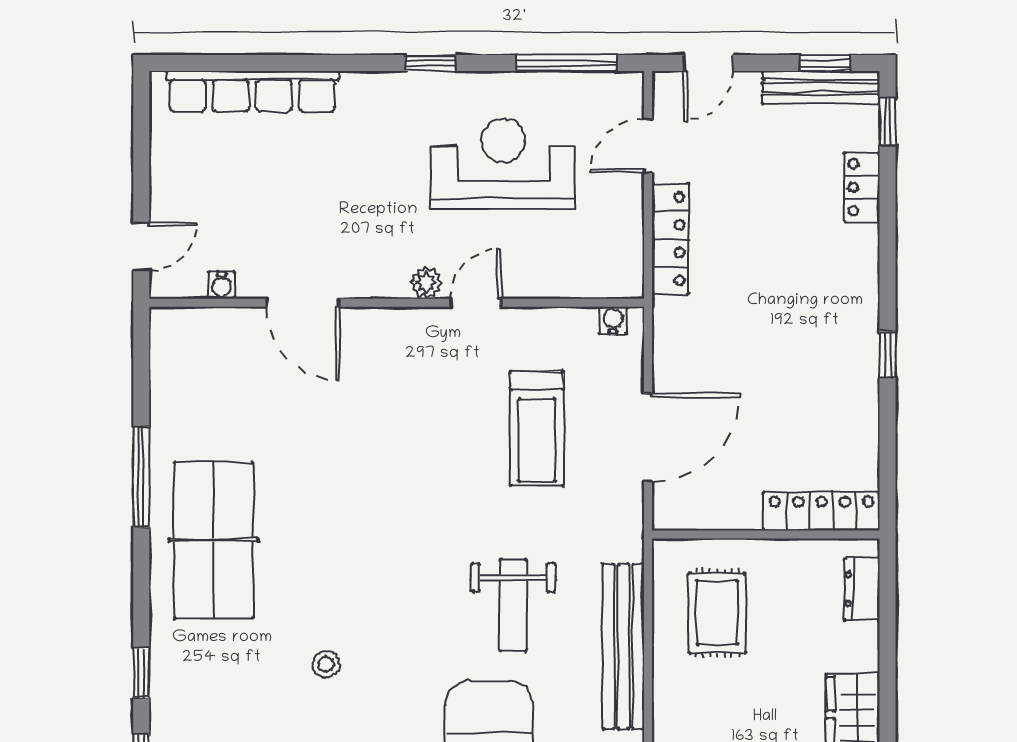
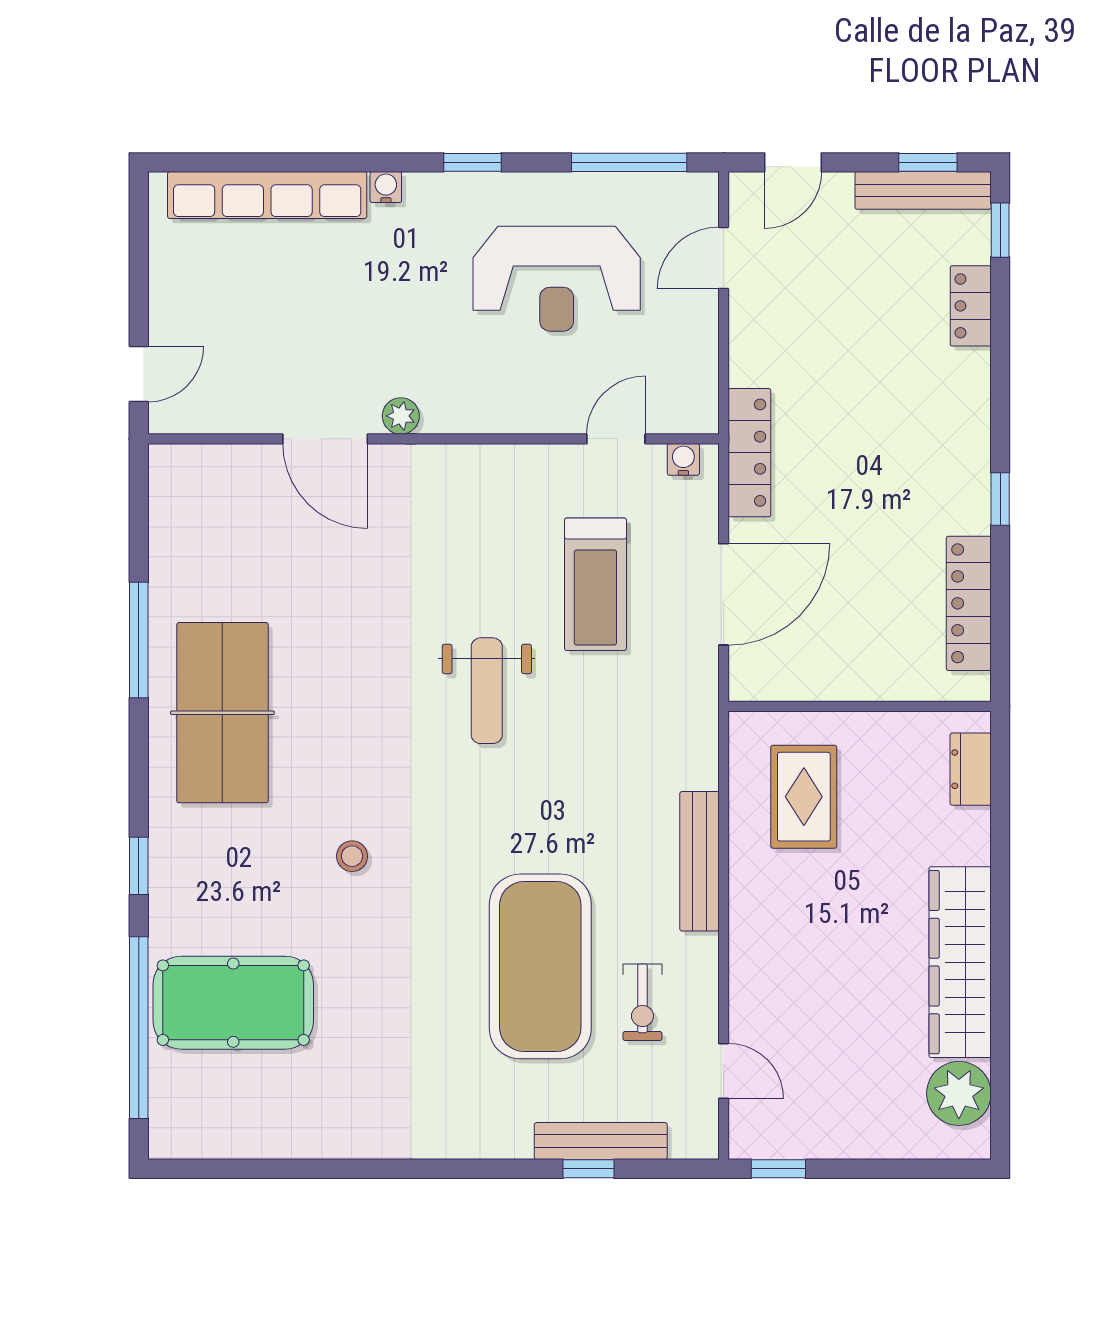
reception desk: (503, 164) -> (557, 279), turned 180
locker: (670, 239) -> (749, 453), moved
plant: (426, 283) -> (401, 416), moved
water cooler: (221, 285) -> (386, 187), moved, turned 180
door: (475, 303) -> (616, 439), moved
locker: (821, 511) -> (969, 603), moved, turned -90
weight bench: (513, 605) -> (487, 691), moved
bench: (623, 647) -> (699, 861), width x0.73, depth x0.82

